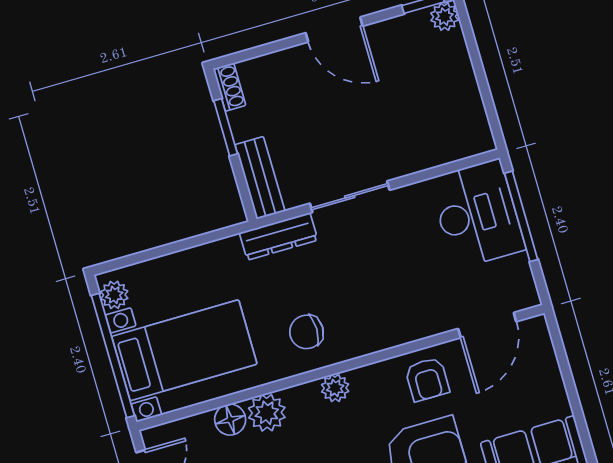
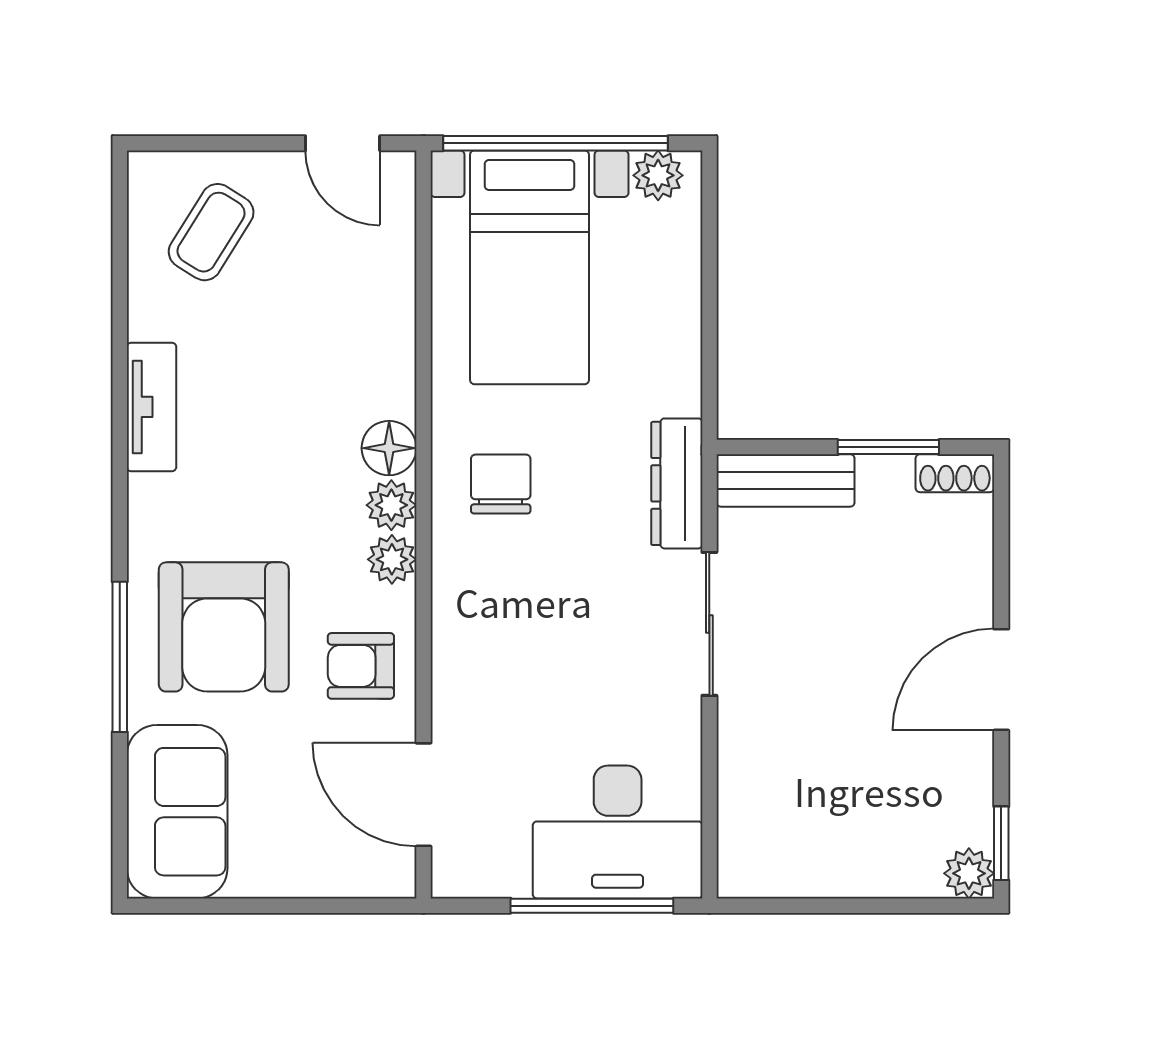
plant: (267, 413) -> (392, 559), moved, width x0.73, depth x0.73
floor lamp: (230, 420) -> (389, 448), moved

